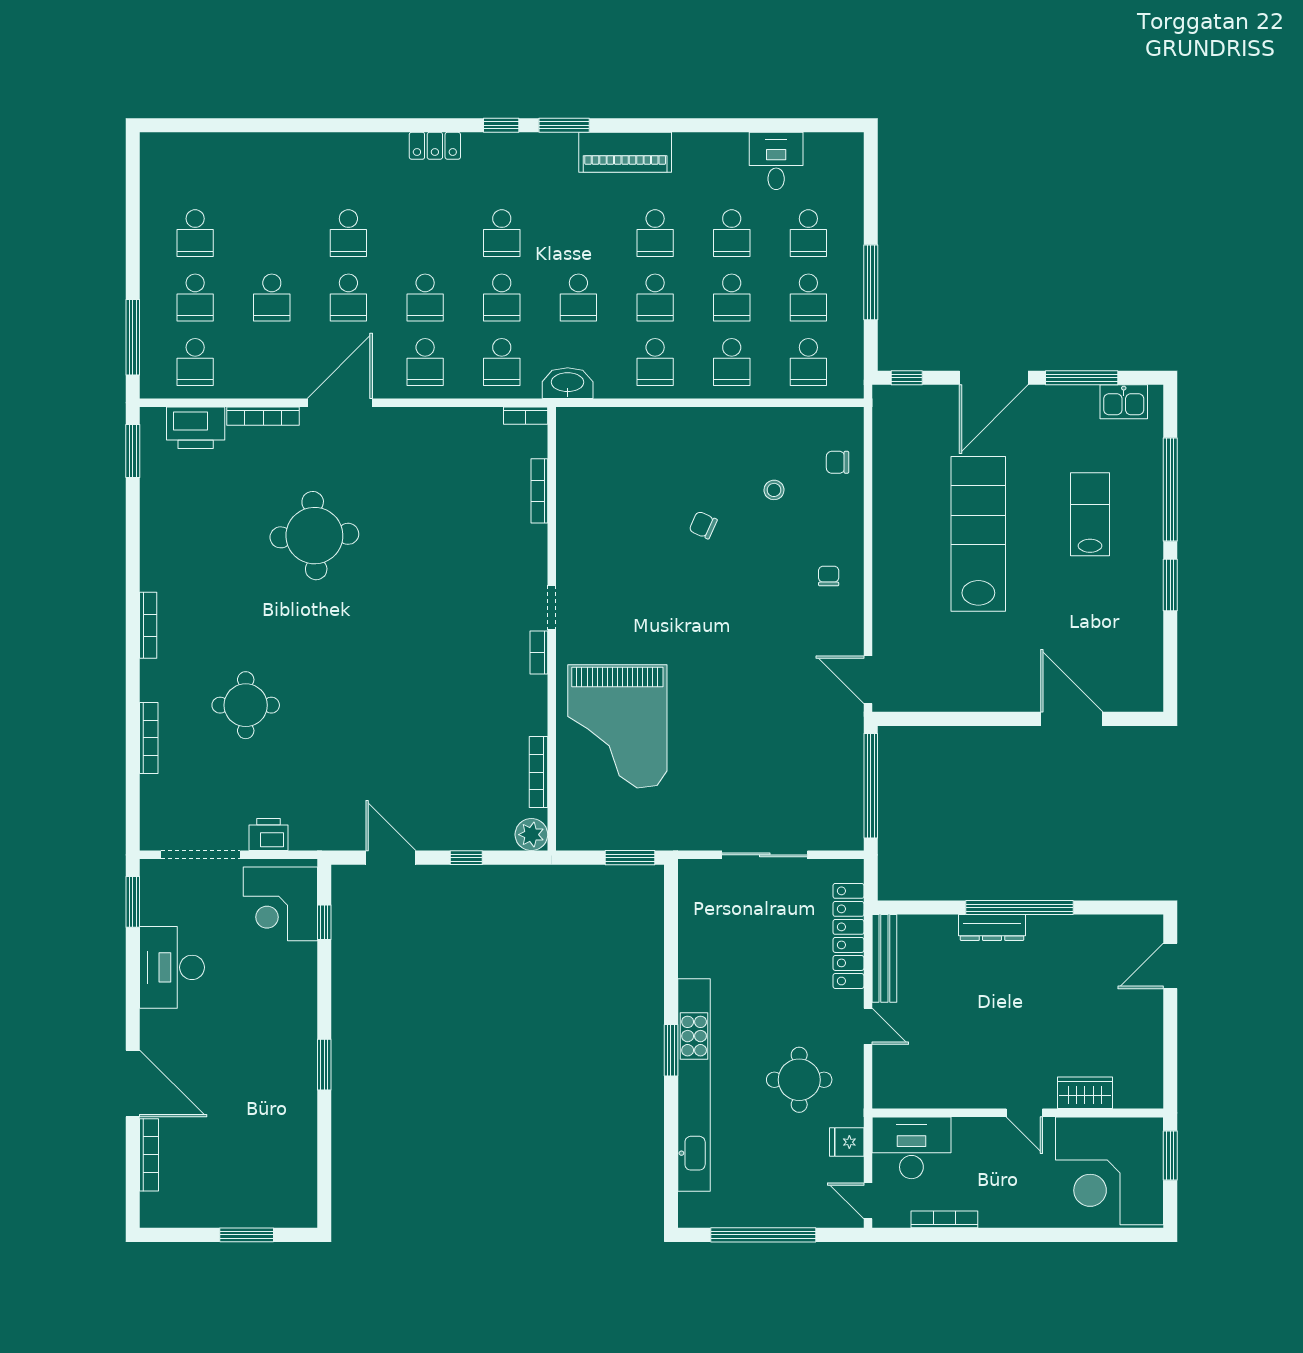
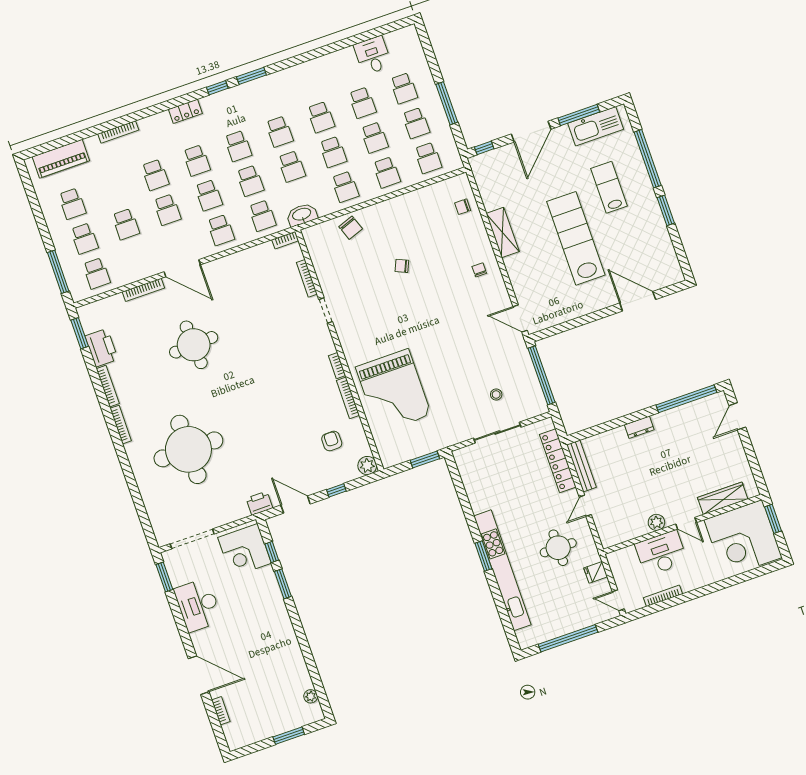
bookcase: (312, 141) -> (118, 132), added
piano: (625, 152) -> (61, 159), moved
school desk: (425, 233) -> (197, 160), added
school desk: (578, 233) -> (279, 132), added
kitchen sink: (1124, 402) -> (596, 126), width x1.88, depth x1.24
door: (340, 403) -> (182, 268), swing flipped
printer: (196, 428) -> (101, 348), moved, turned -90
chair: (641, 433) -> (351, 228), added
stool: (774, 490) -> (496, 394), moved
shelving: (889, 528) -> (503, 232), added
lab bench: (978, 534) -> (576, 238), moved
doorway: (552, 607) -> (326, 311), moved
round table: (246, 705) -> (188, 449), width x1.86, depth x1.86
bookcase: (149, 738) -> (108, 386), moved
bookcase: (538, 772) -> (348, 398), moved
armchair: (487, 774) -> (332, 441), added
printer: (268, 835) -> (259, 503), moved
window: (1020, 908) -> (686, 399), moved
dresser: (992, 928) -> (639, 427), width x0.70
door: (868, 1026) -> (585, 506), swing flipped
window: (324, 1065) -> (283, 584), moved
wardrobe: (1085, 1093) -> (723, 498), width x1.50
plant: (976, 1094) -> (656, 522), added
desk: (911, 1148) -> (661, 553), moved
bookcase: (149, 1155) -> (221, 711), width x0.64
plant: (305, 1183) -> (311, 696), added

